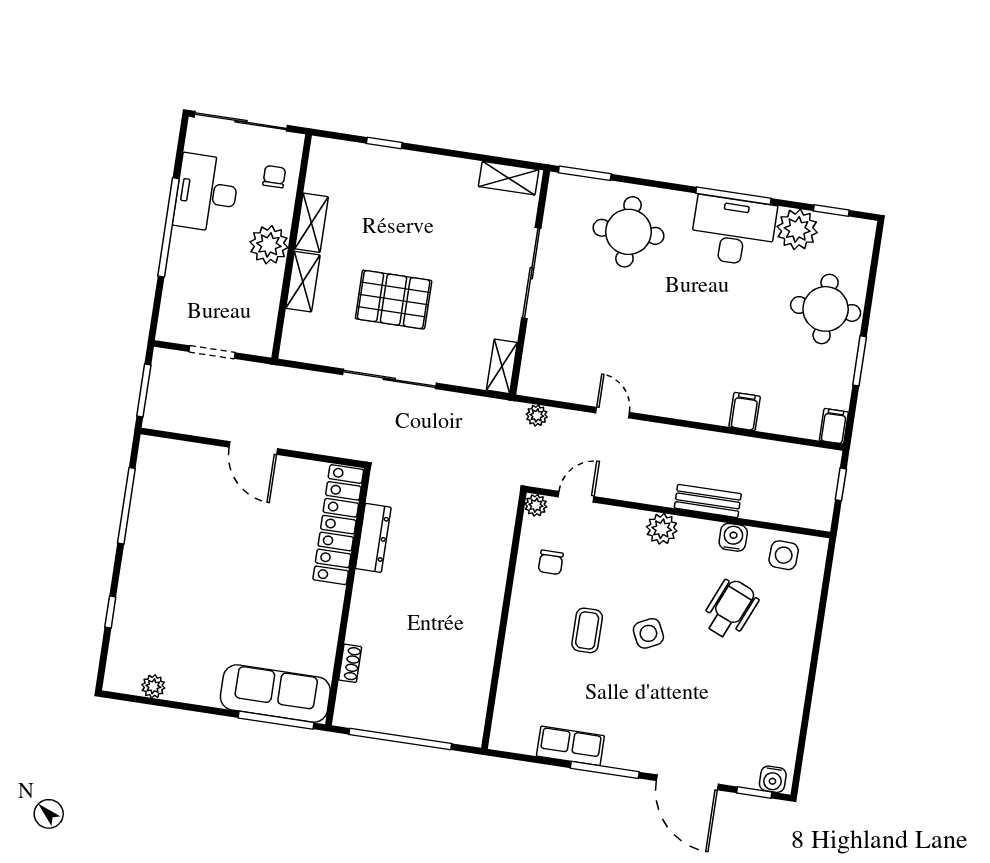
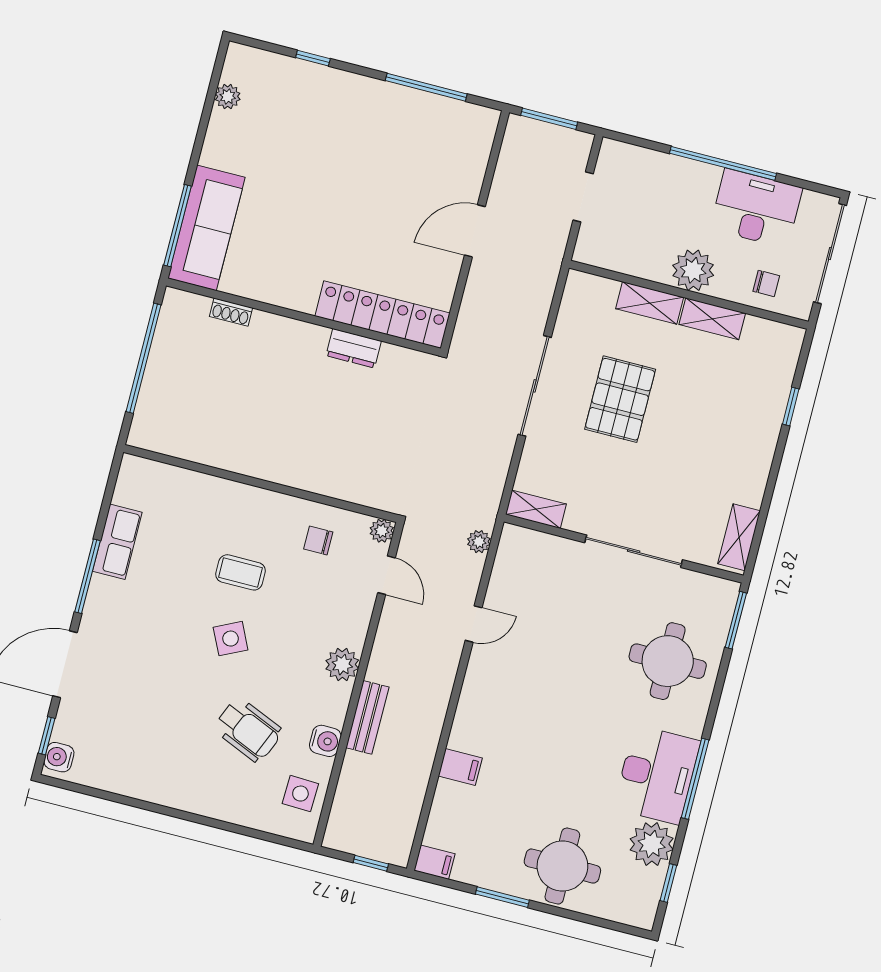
dresser: (373, 538) -> (354, 348), width x0.70

